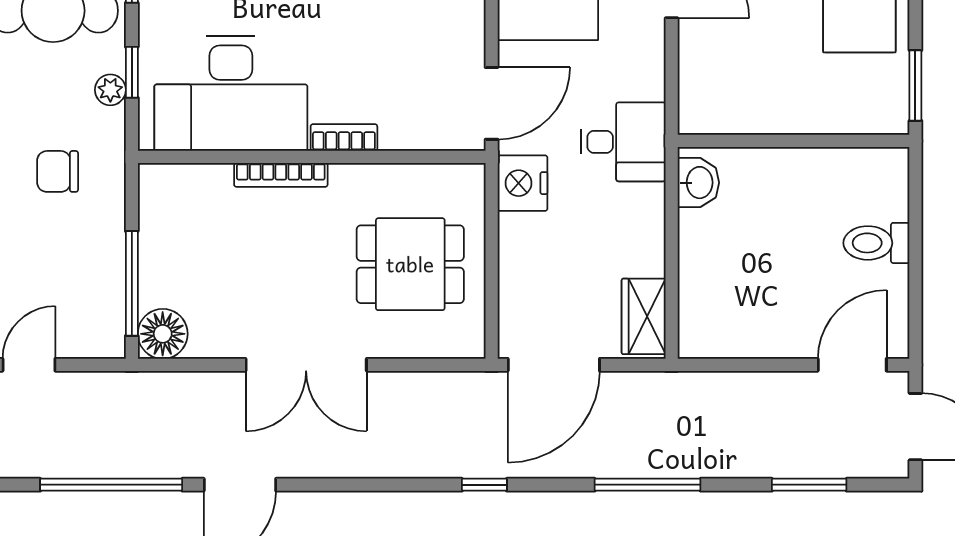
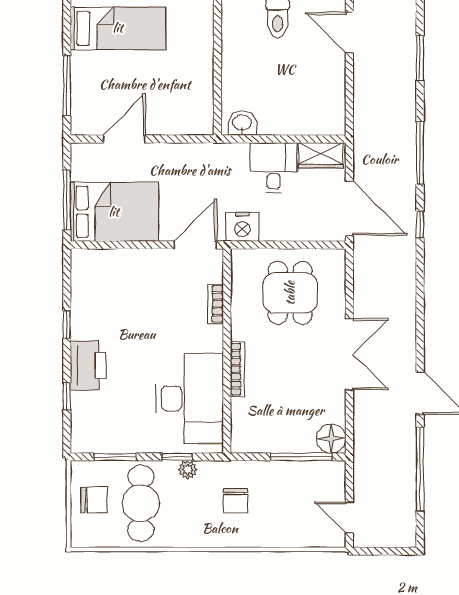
door: (492, 103) -> (195, 245), hinge flipped
bookcase: (344, 138) -> (216, 304), moved
desk: (623, 142) -> (273, 168), moved
window: (484, 485) -> (420, 224), moved

